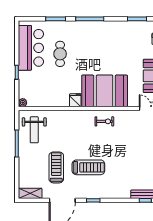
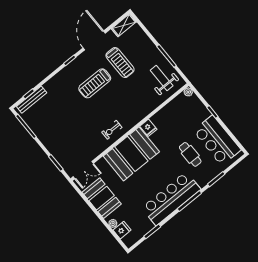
bar counter: (102, 32) -> (171, 199), added

